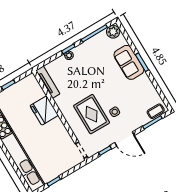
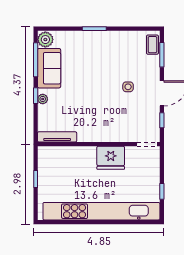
sofa: (129, 62) -> (49, 68), moved, turned -90
fridge: (44, 110) -> (111, 158), moved
rug: (92, 114) -> (116, 112), removed

